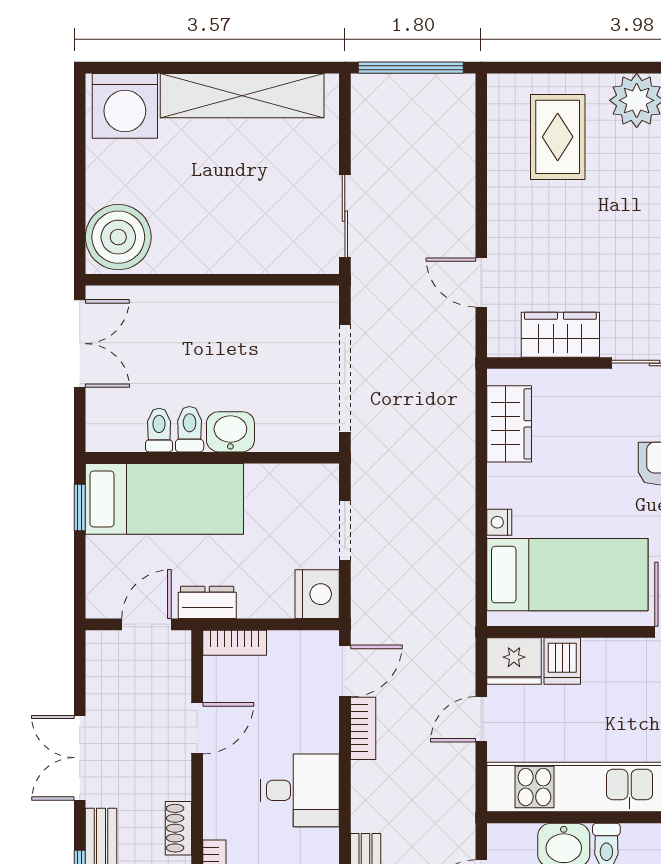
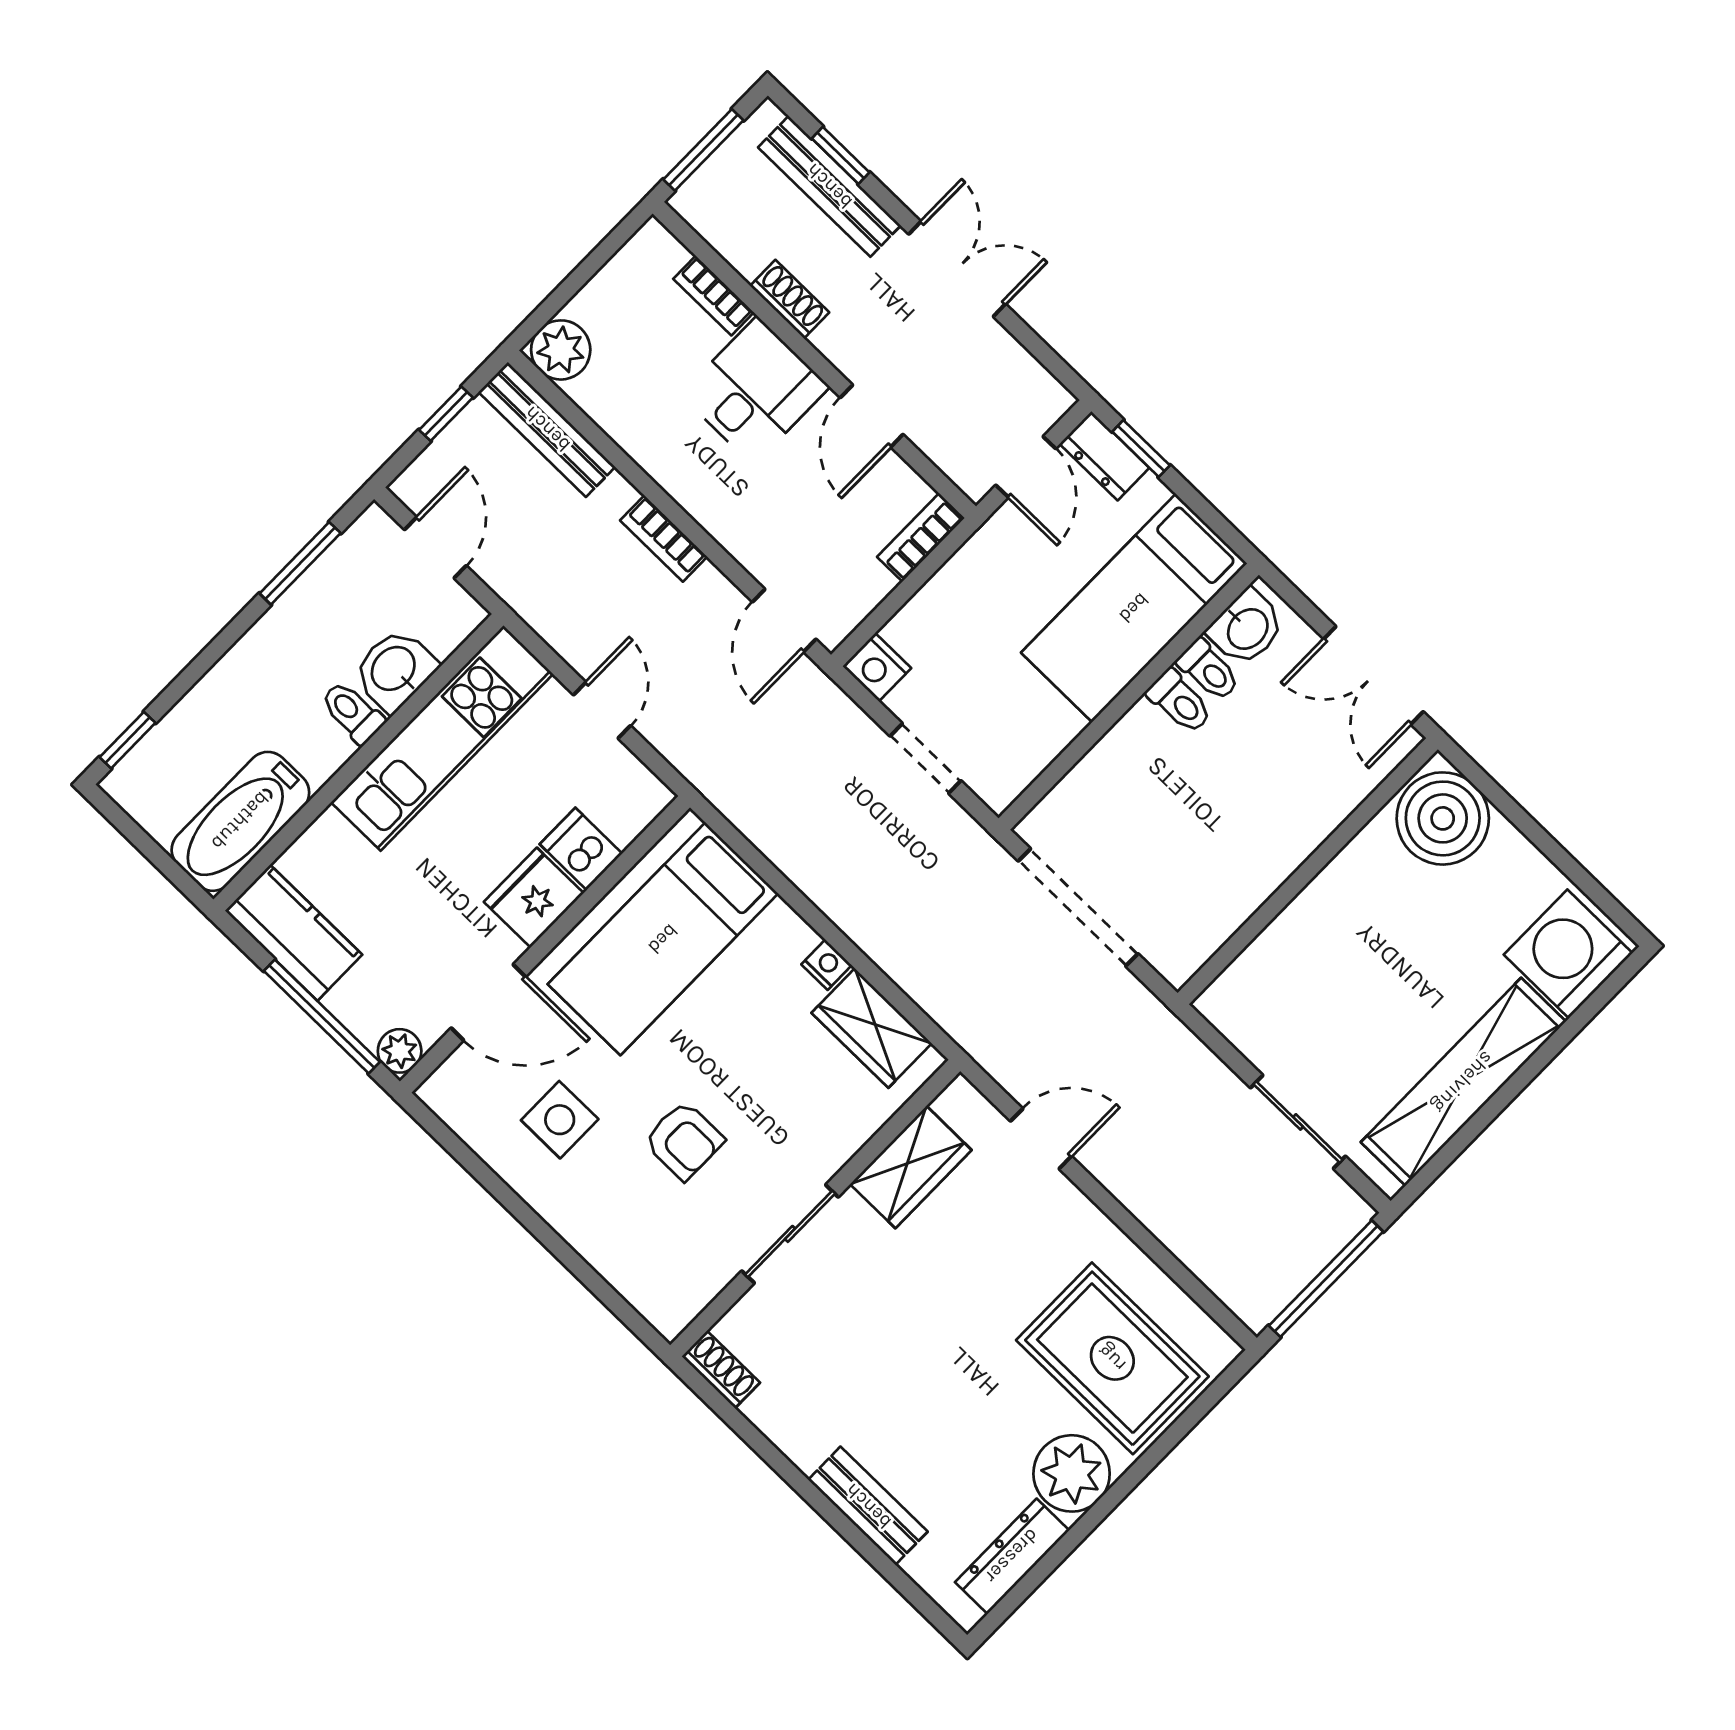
rug: (558, 137) -> (1112, 1358), width x1.36, depth x1.43
sliding door: (345, 216) -> (1298, 1122), moved
washbasin: (230, 432) -> (1247, 628), moved
window: (80, 508) -> (1141, 449), moved
nightstand: (499, 522) -> (826, 965), moved
nightstand: (317, 594) -> (877, 667), width x0.74, depth x0.75
dresser: (207, 602) -> (1104, 456), moved, turned 90
fridge: (514, 661) -> (534, 898), moved
bookcase: (363, 728) -> (664, 539), moved
desk: (300, 790) -> (755, 391), moved, turned 180

